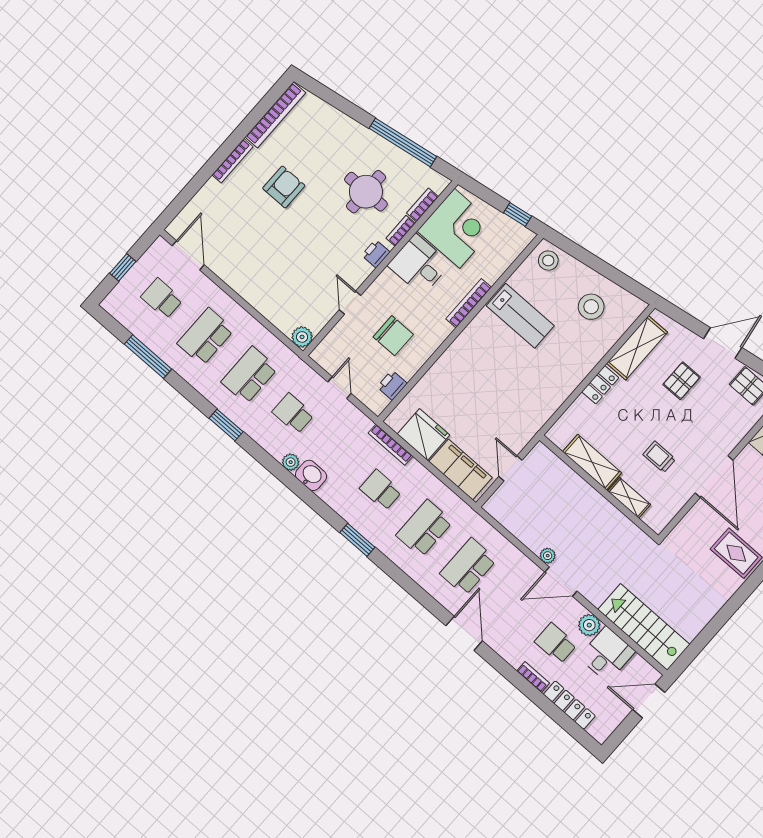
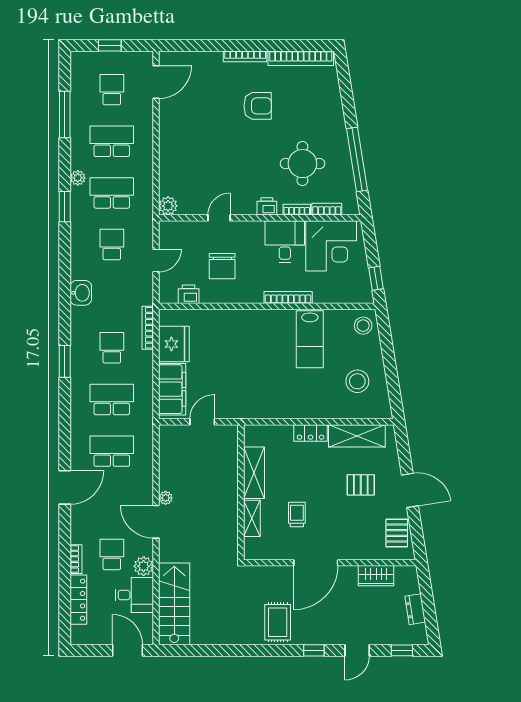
plant: (291, 462) -> (78, 178), moved

